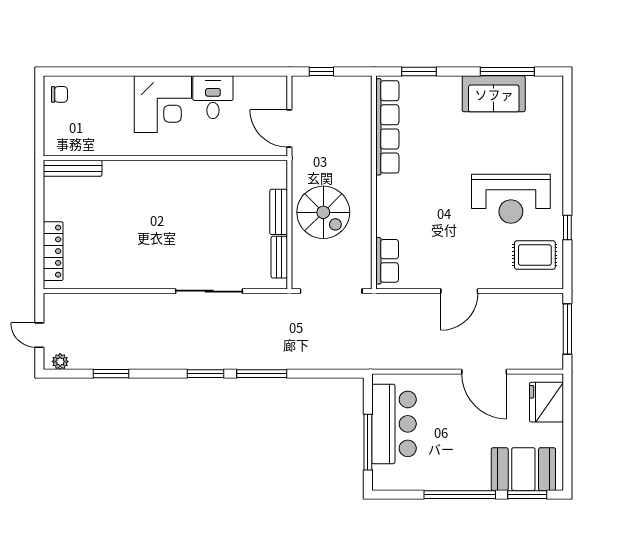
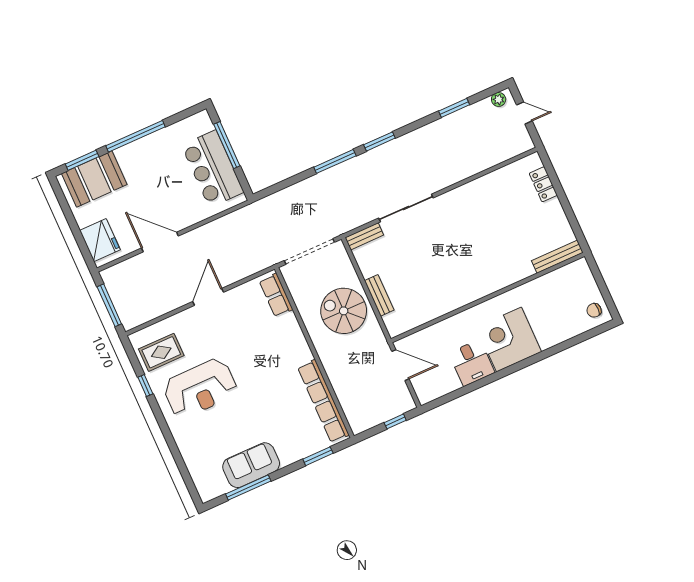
reception desk: (511, 199) -> (200, 388), turned 180
locker: (53, 251) -> (543, 184), width x0.66
bench: (279, 257) -> (364, 236), moved, turned 90

